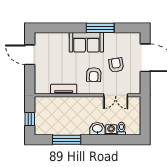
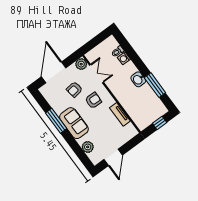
plant: (56, 39) -> (88, 147), added
plant: (134, 88) -> (81, 64), added
washbasin: (97, 129) -> (138, 79), moved

